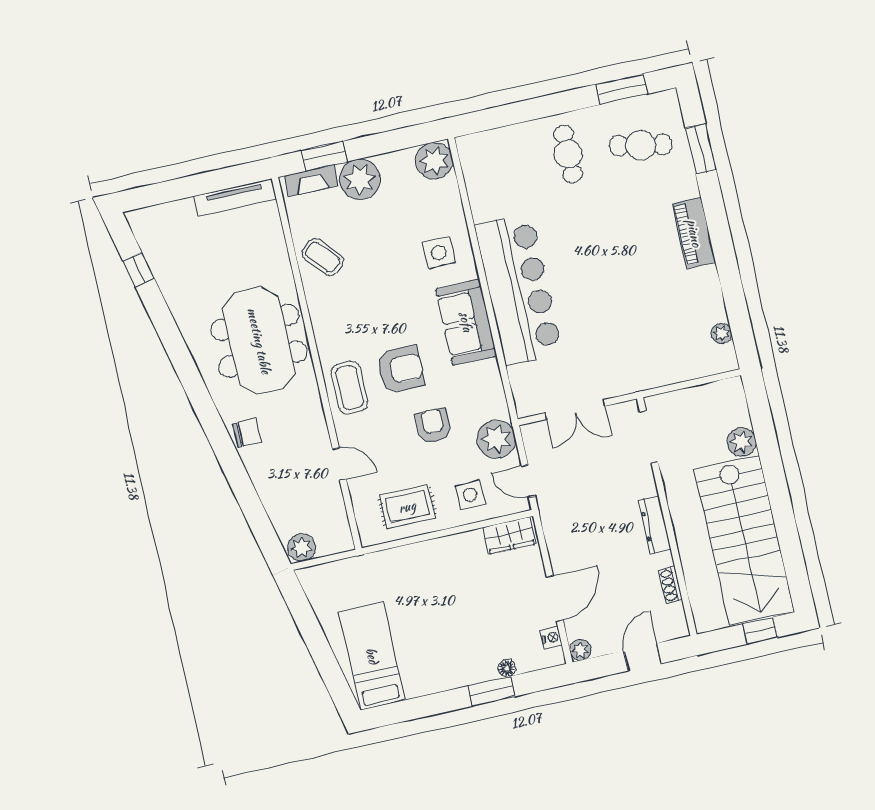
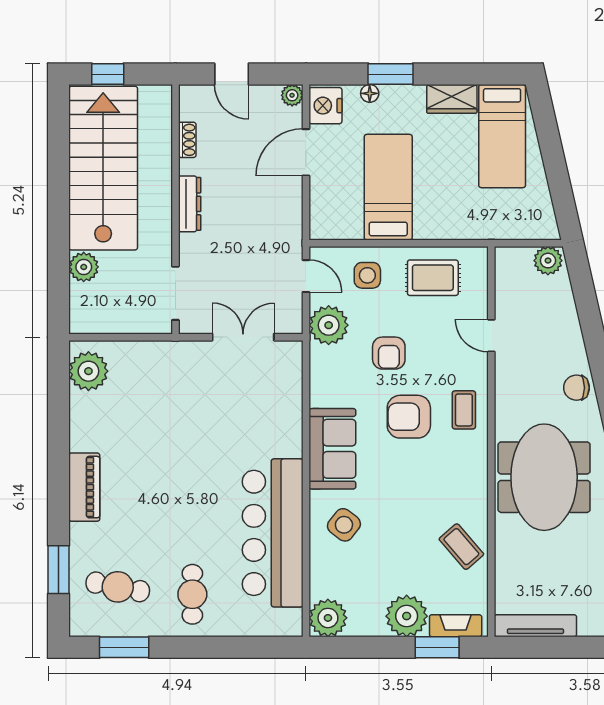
side table: (439, 253) -> (344, 525), turned 38
bar counter: (519, 289) -> (273, 533), moved
plant: (721, 333) -> (88, 371), width x1.87, depth x1.87
coffee table: (350, 388) -> (464, 410), width x0.73, depth x0.77
wardrobe: (509, 536) -> (452, 99), moved, turned 180
bed: (469, 583) -> (388, 187), added
nightstand: (551, 638) -> (325, 106), width x1.89, depth x1.79
door: (642, 657) -> (232, 74), hinge flipped

